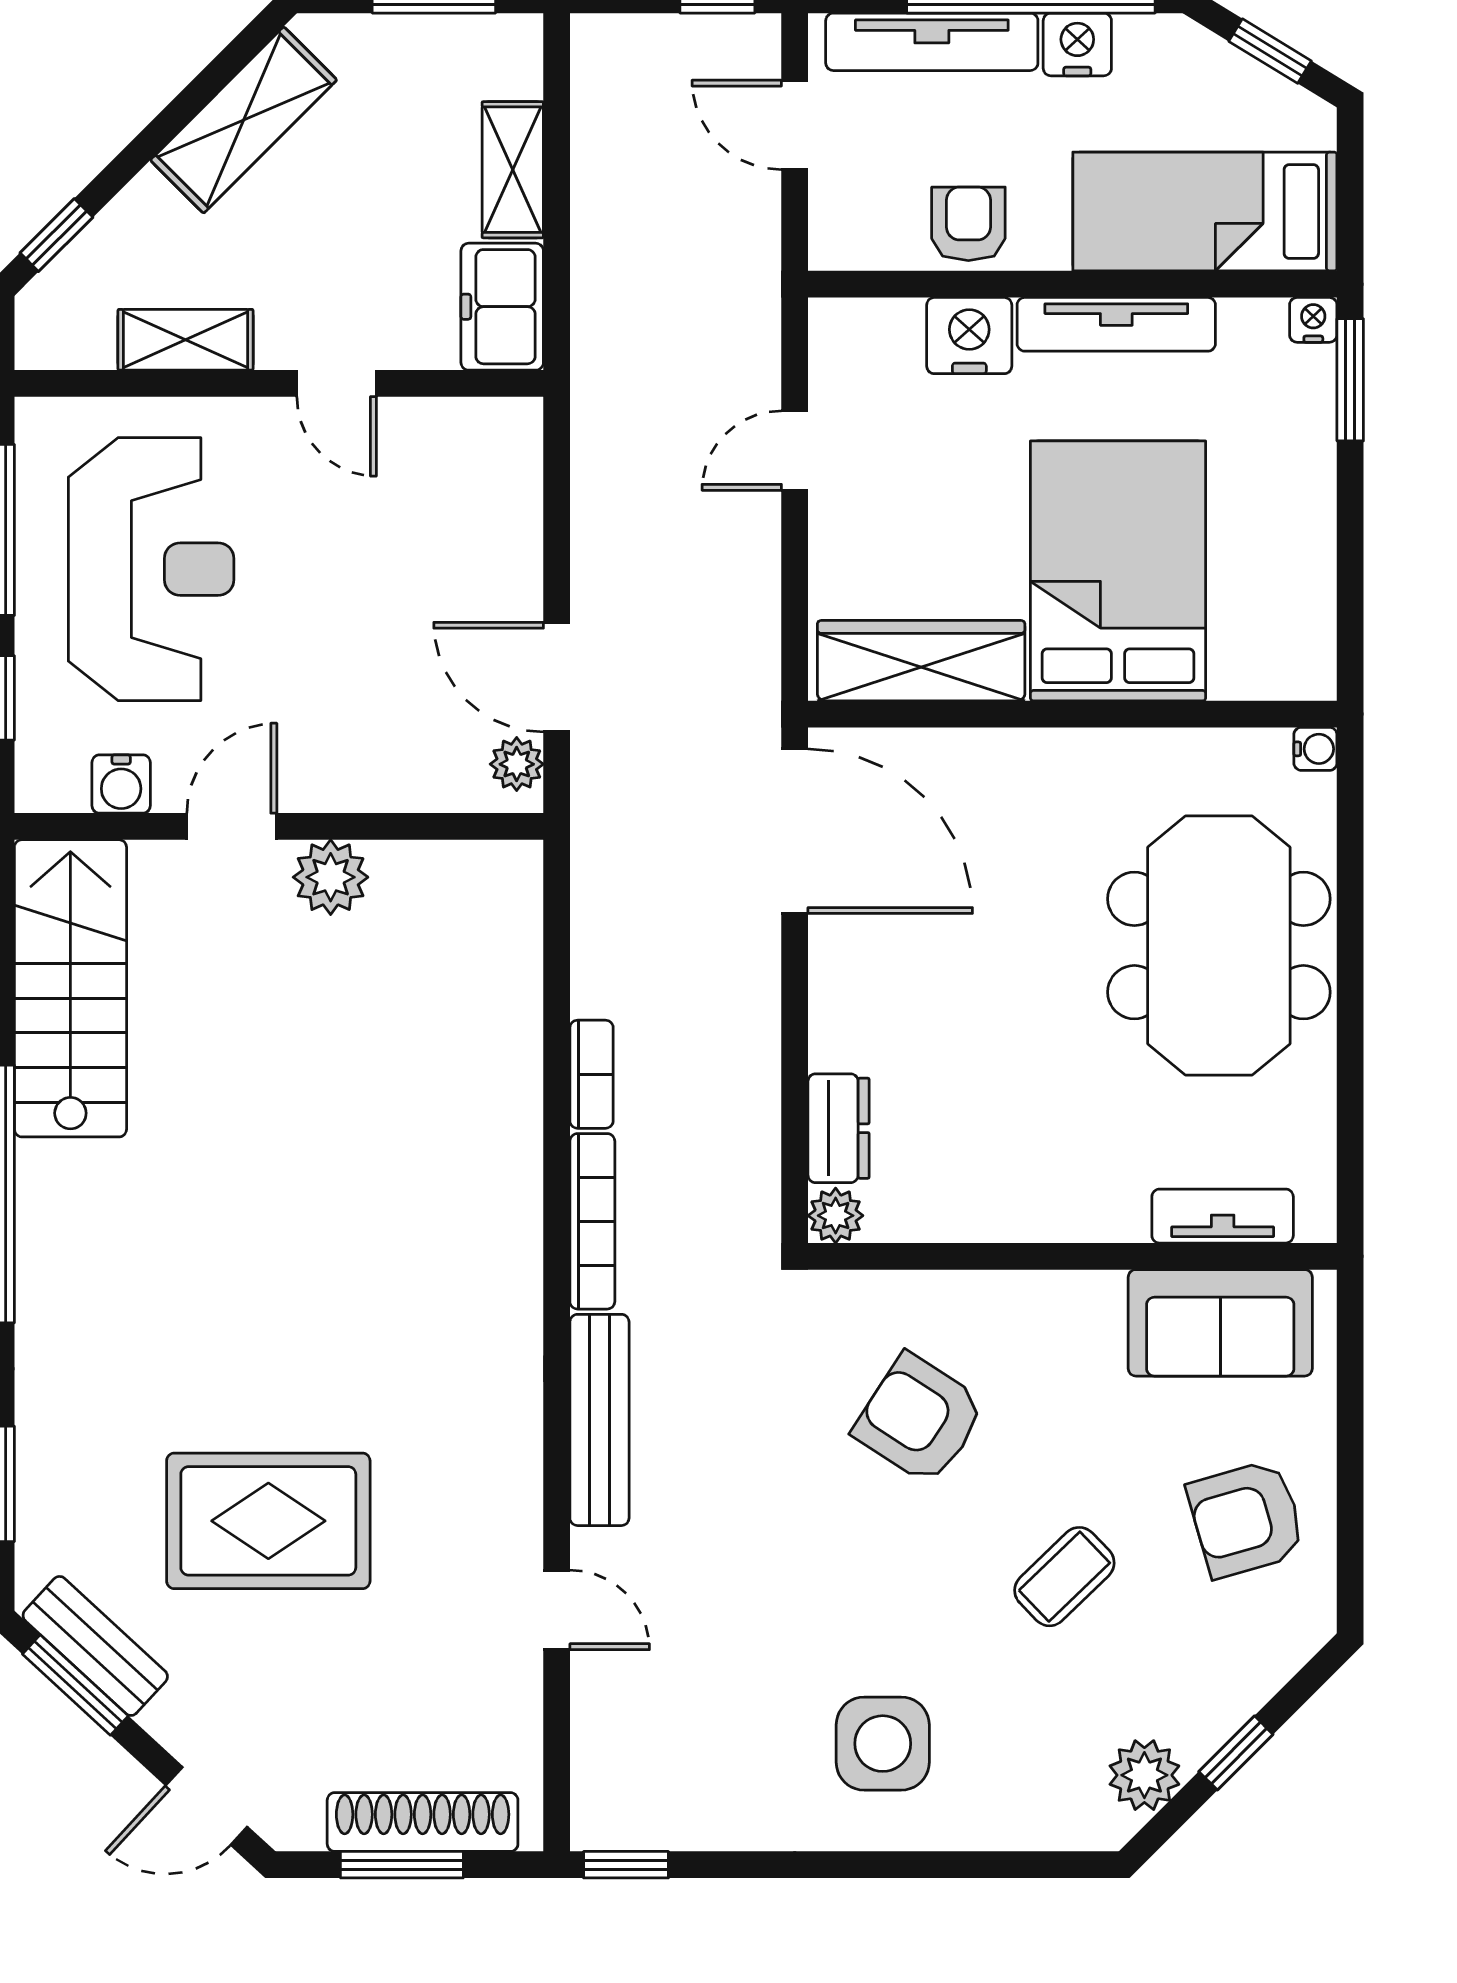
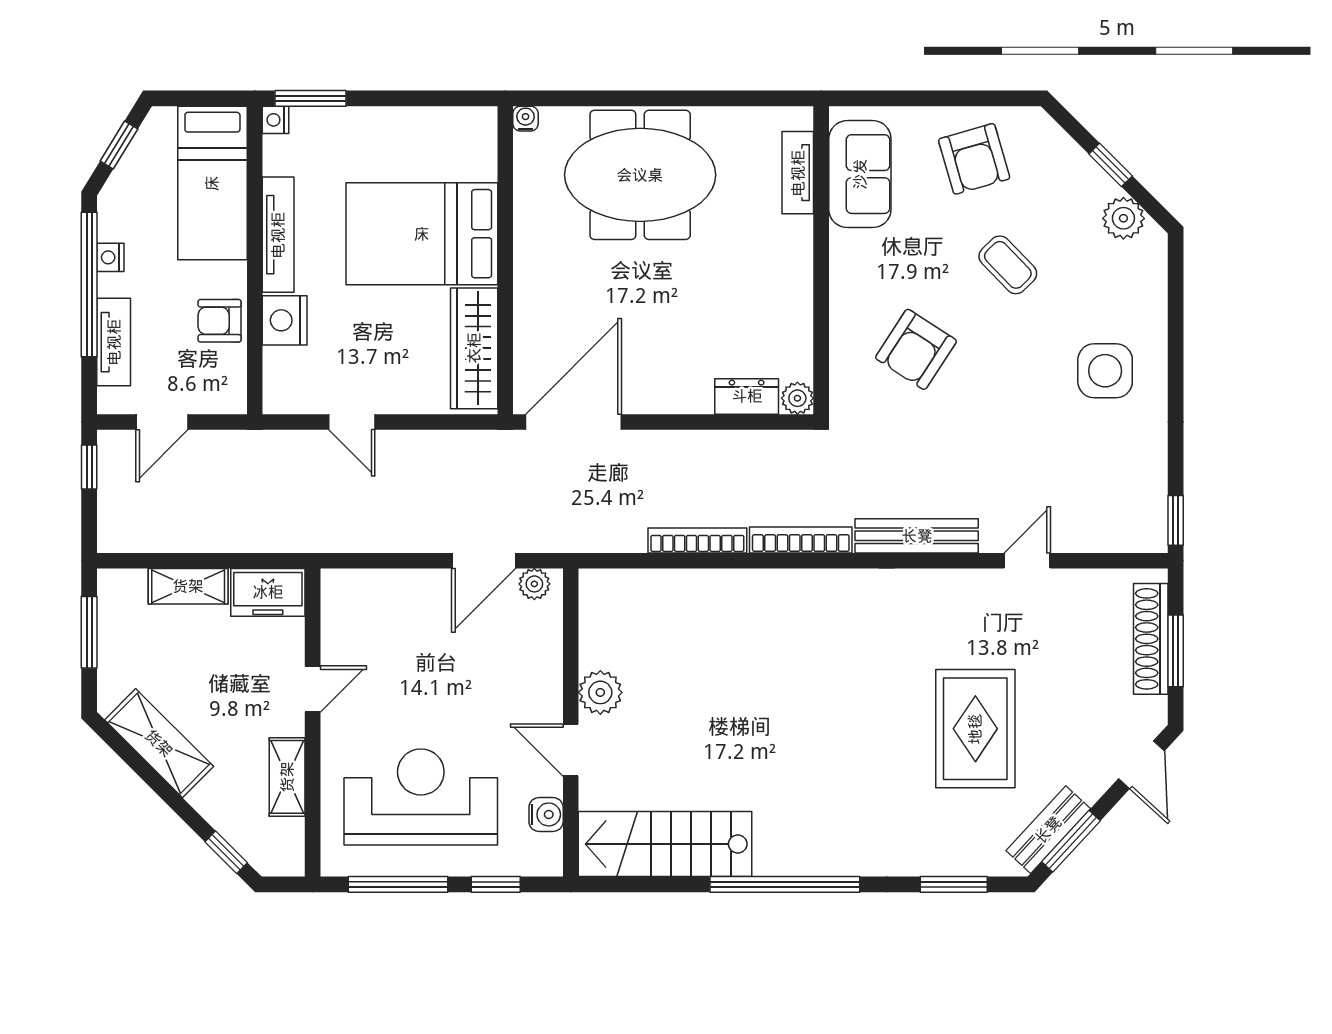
tv unit: (932, 42) -> (114, 342), width x0.71
nightstand: (1077, 44) -> (110, 257), width x0.72, depth x0.74
bookcase: (592, 1074) -> (697, 540), width x1.56

